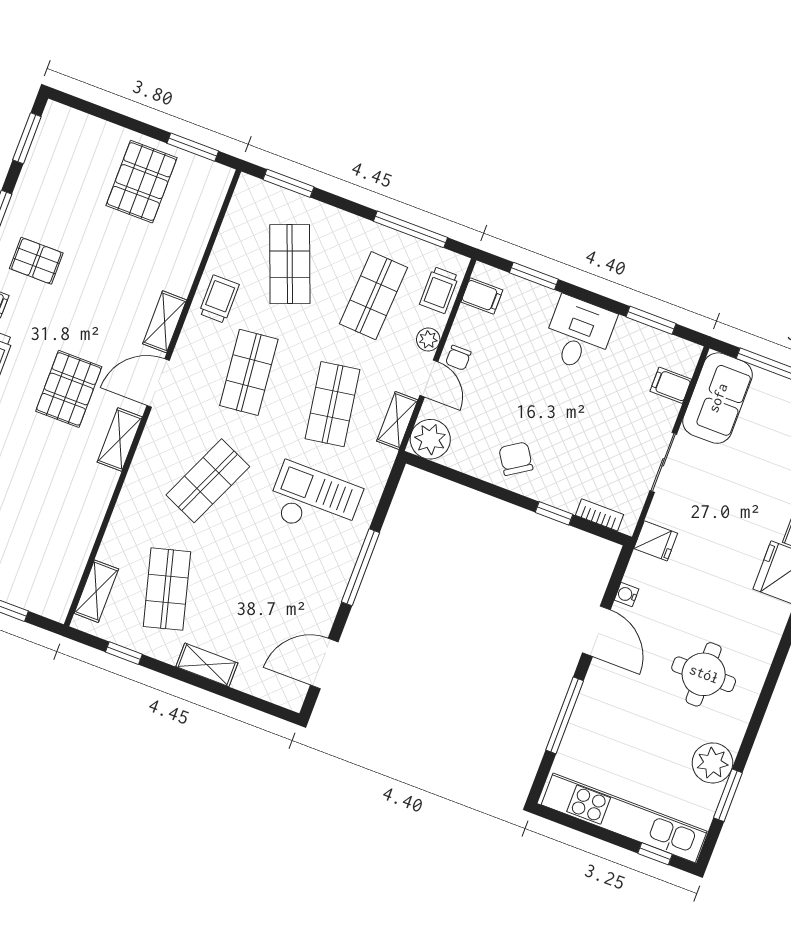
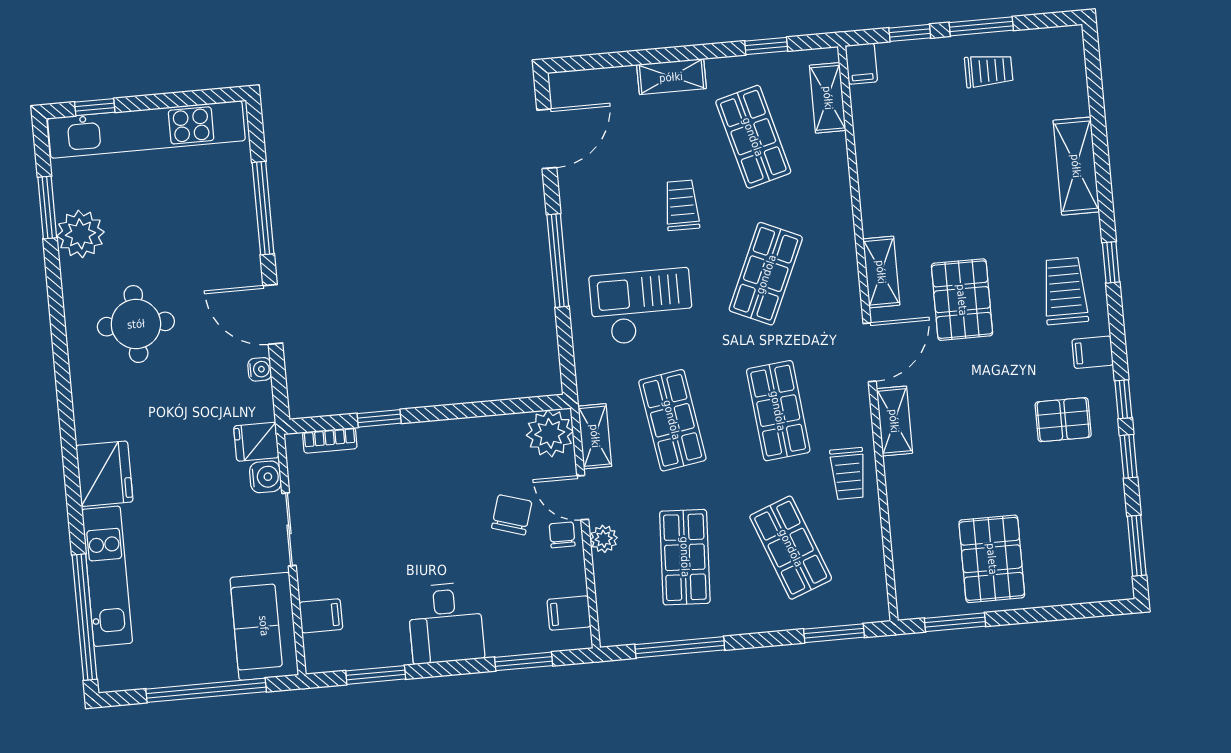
trolley: (439, 290) -> (682, 205), moved
chair: (516, 459) -> (512, 515), moved, turned -130
checkout: (314, 501) -> (642, 307), turned 180
water cooler: (662, 511) -> (265, 477), added
filing cabinet: (58, 605) -> (861, 64), added

